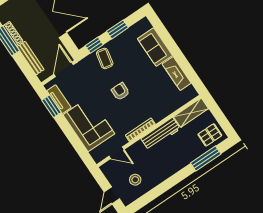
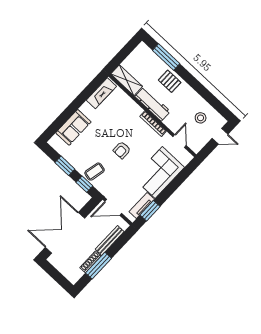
fireplace: (177, 74) -> (101, 93), moved
pallet: (210, 135) -> (170, 81), moved

